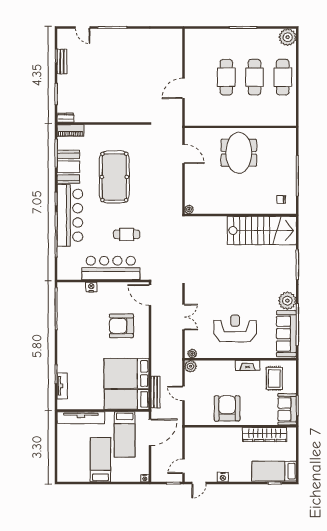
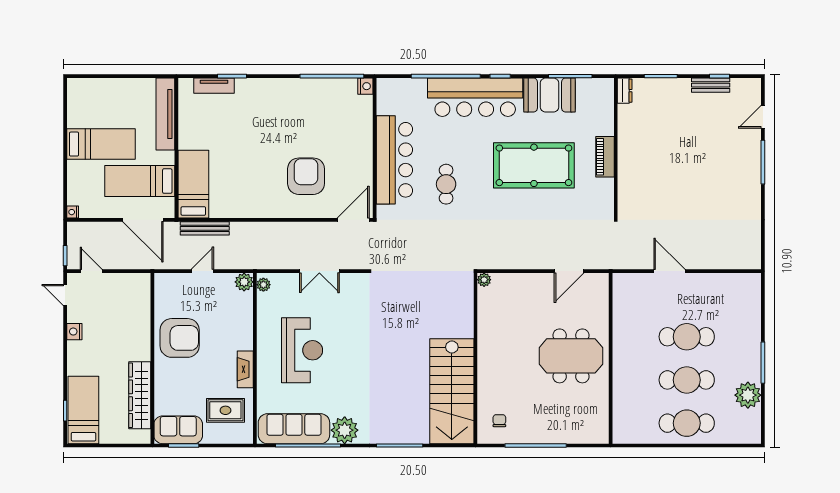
plant: (288, 37) -> (748, 395), moved
piano: (71, 131) -> (605, 157), moved
nightstand: (91, 287) -> (365, 86), moved
bed: (126, 373) -> (233, 184), removed

